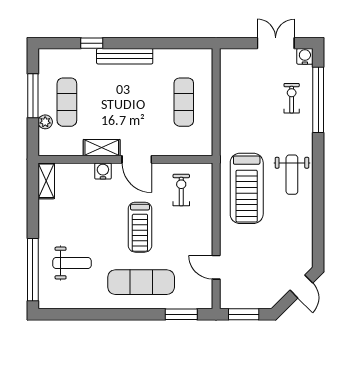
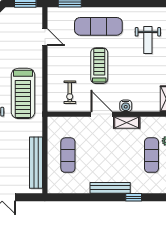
bench: (229, 92) -> (36, 163), added
treadmill: (247, 188) -> (23, 93), turned 180
weight bench: (72, 263) -> (148, 40), turned -90

